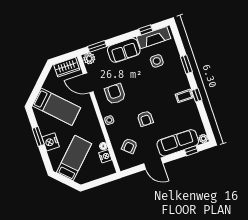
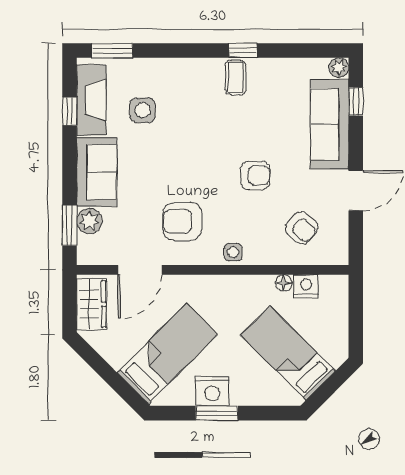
plant: (89, 58) -> (89, 221), moved
window: (186, 64) -> (112, 50), moved
nightstand: (51, 142) -> (212, 391), moved

